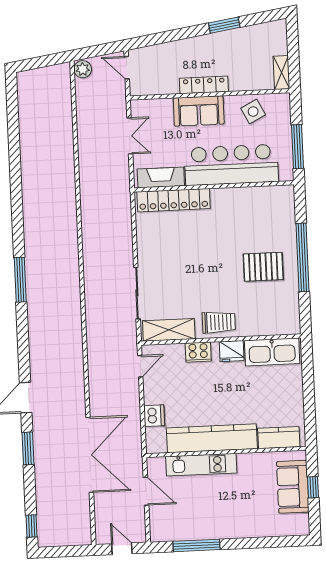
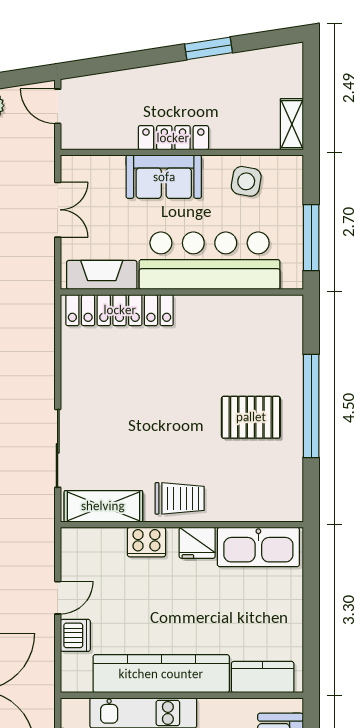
side table: (253, 112) -> (246, 181), turned 37
door: (140, 366) -> (58, 598), moved

